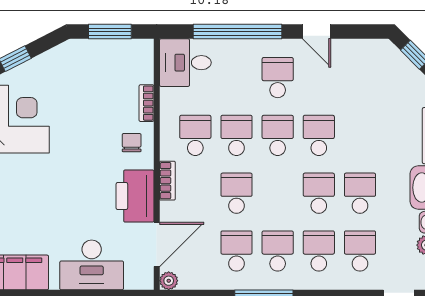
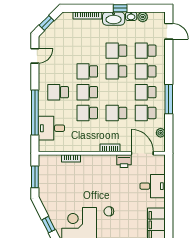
door: (317, 32) -> (35, 56), moved
desk: (185, 63) -> (51, 128), moved, turned 90
school desk: (195, 135) -> (87, 134), removed
chair: (132, 143) -> (109, 211), moved
printer: (135, 196) -> (124, 161), width x0.53, depth x0.68
desk: (92, 265) -> (153, 186), width x0.73
plant: (169, 281) -> (161, 133), moved

